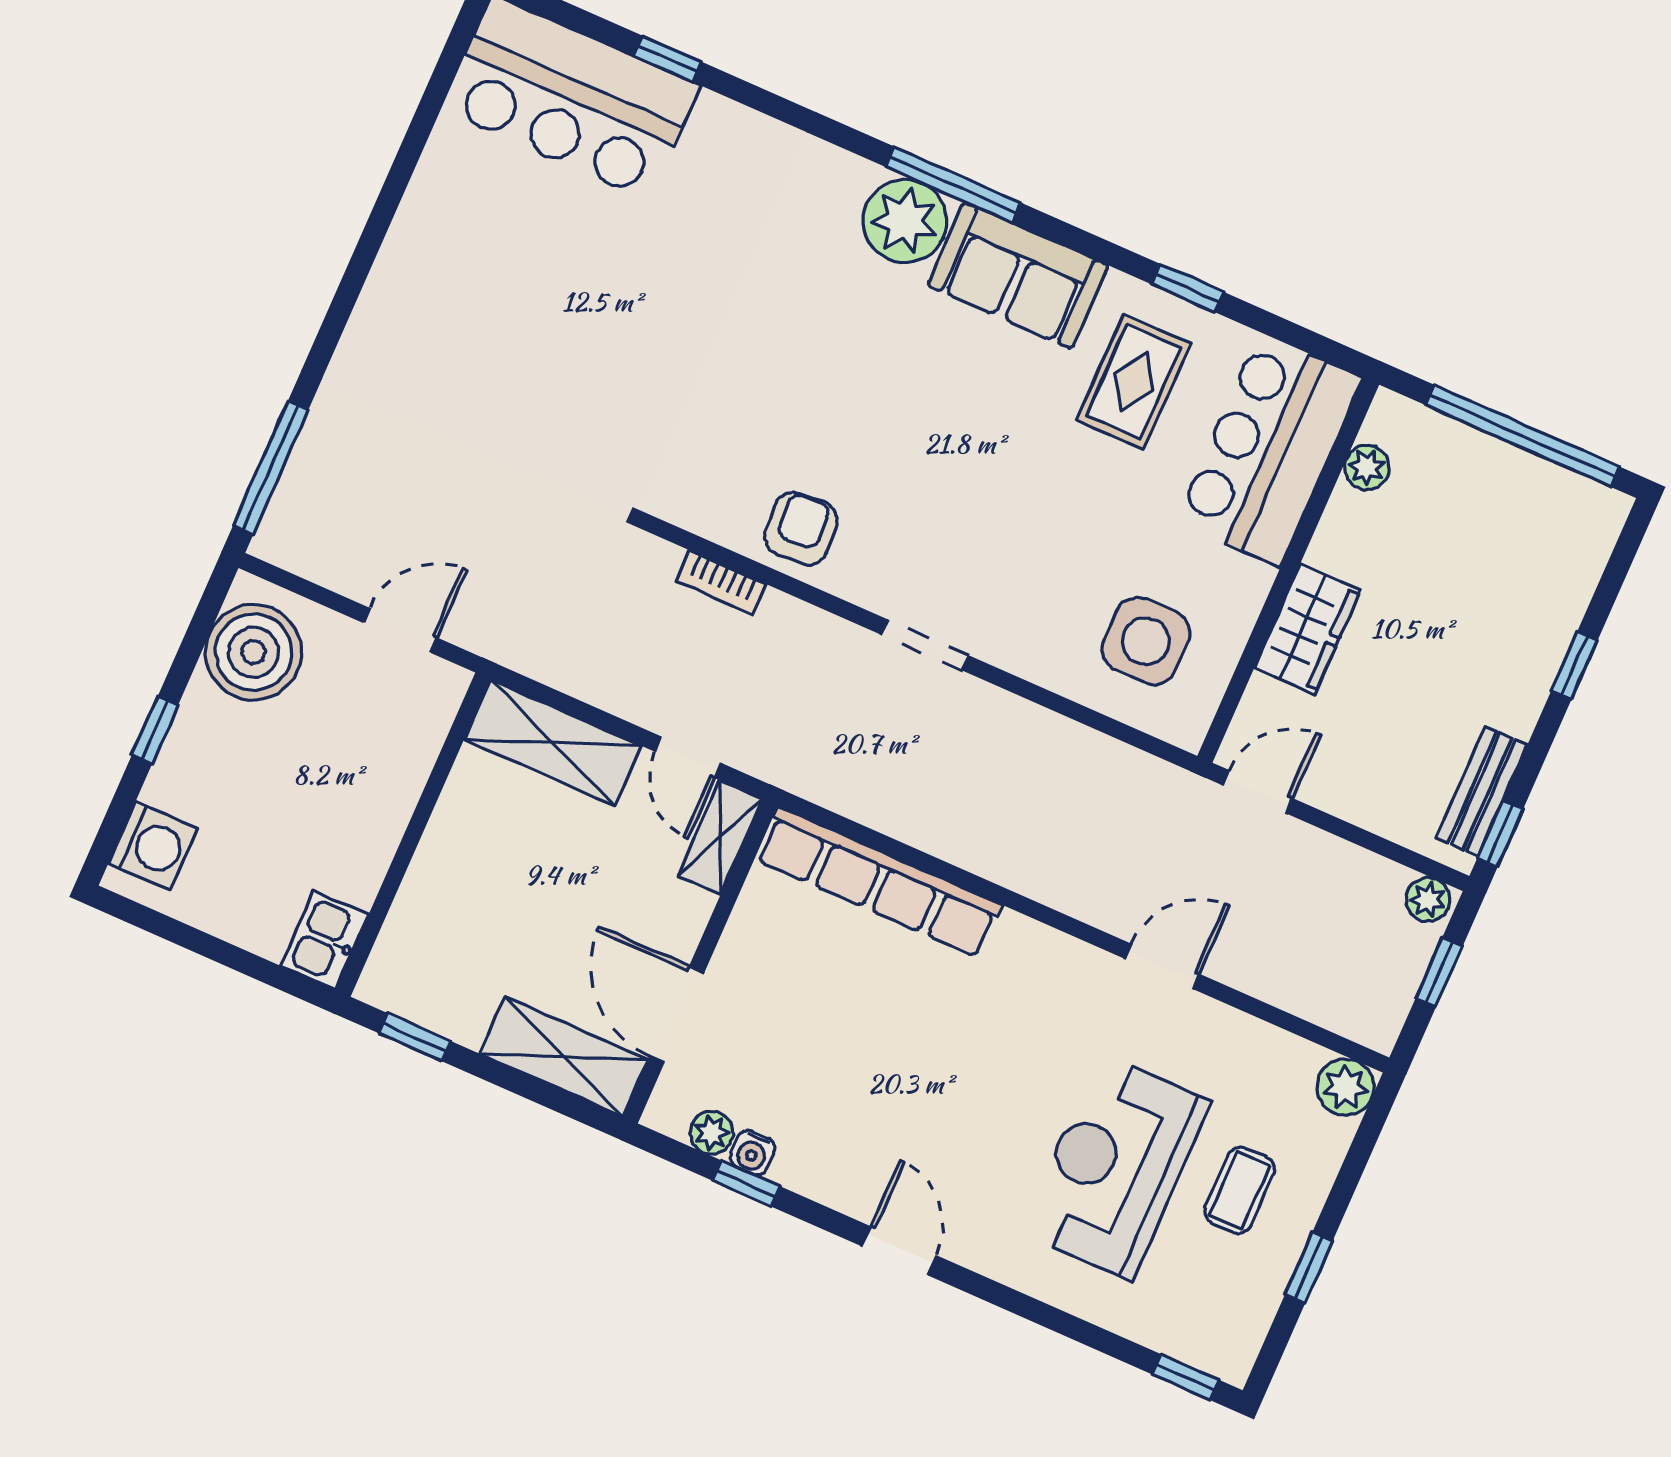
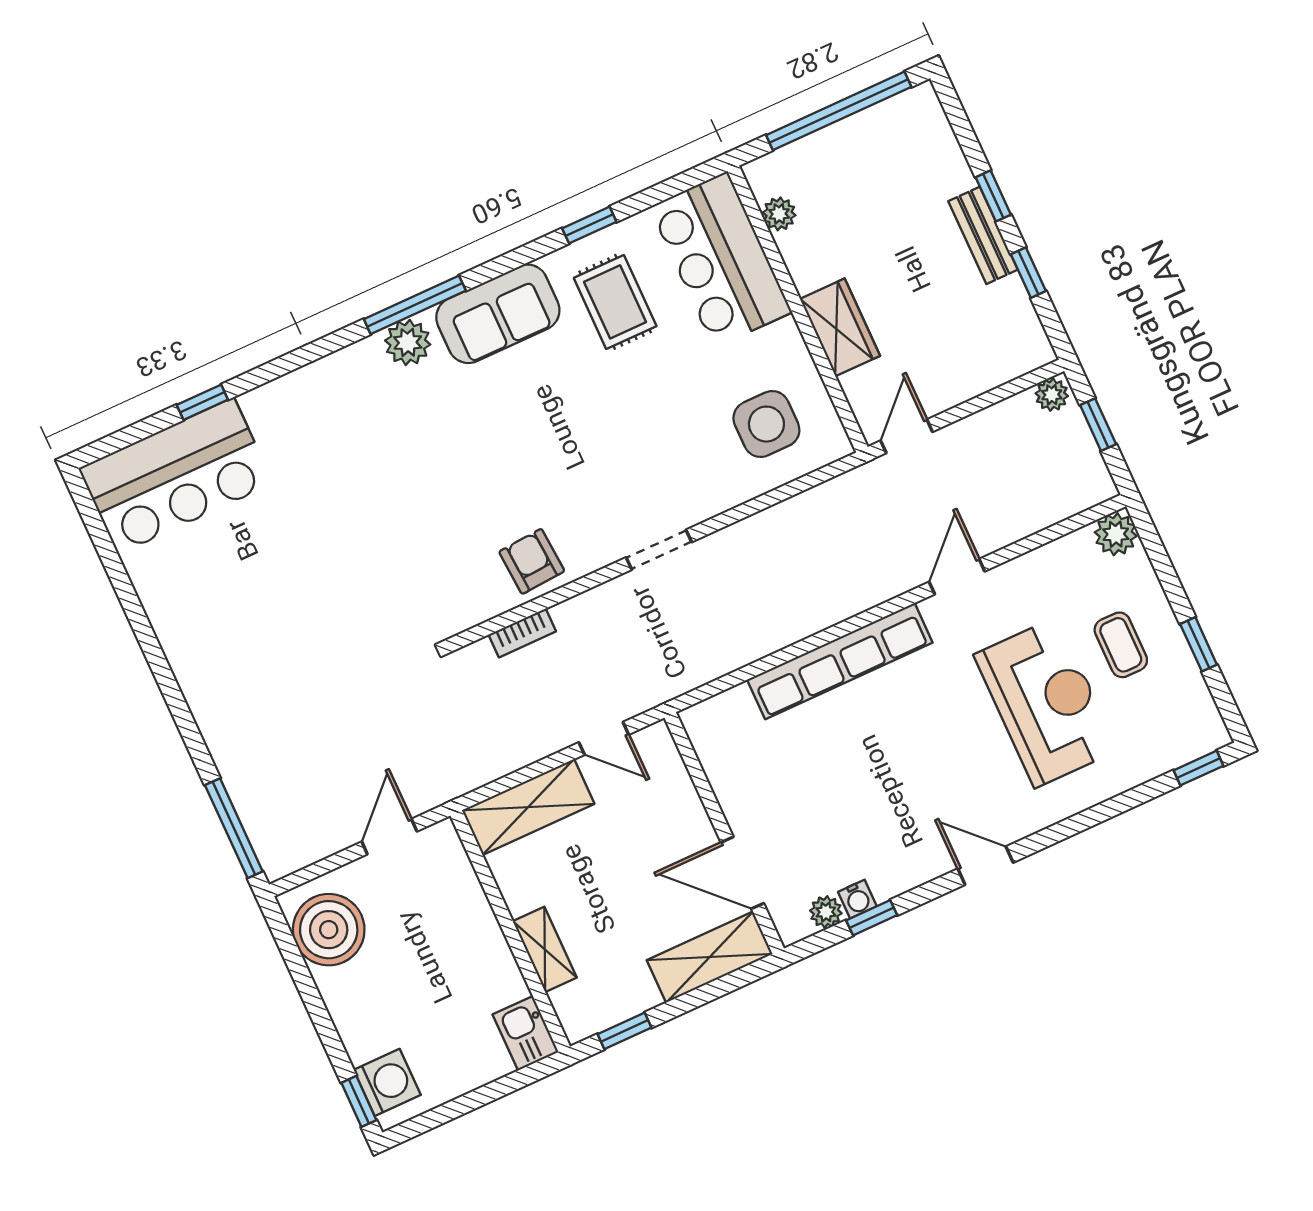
plant: (905, 221) -> (408, 342), width x0.73, depth x0.73
window: (155, 730) -> (359, 1101), moved
bench: (1481, 791) -> (983, 235), moved
window: (1500, 834) -> (1028, 273), moved
shelving: (720, 837) -> (545, 949), moved
row of seats: (879, 882) -> (840, 661), moved
reception desk: (1116, 1167) -> (1046, 702), turned 180

